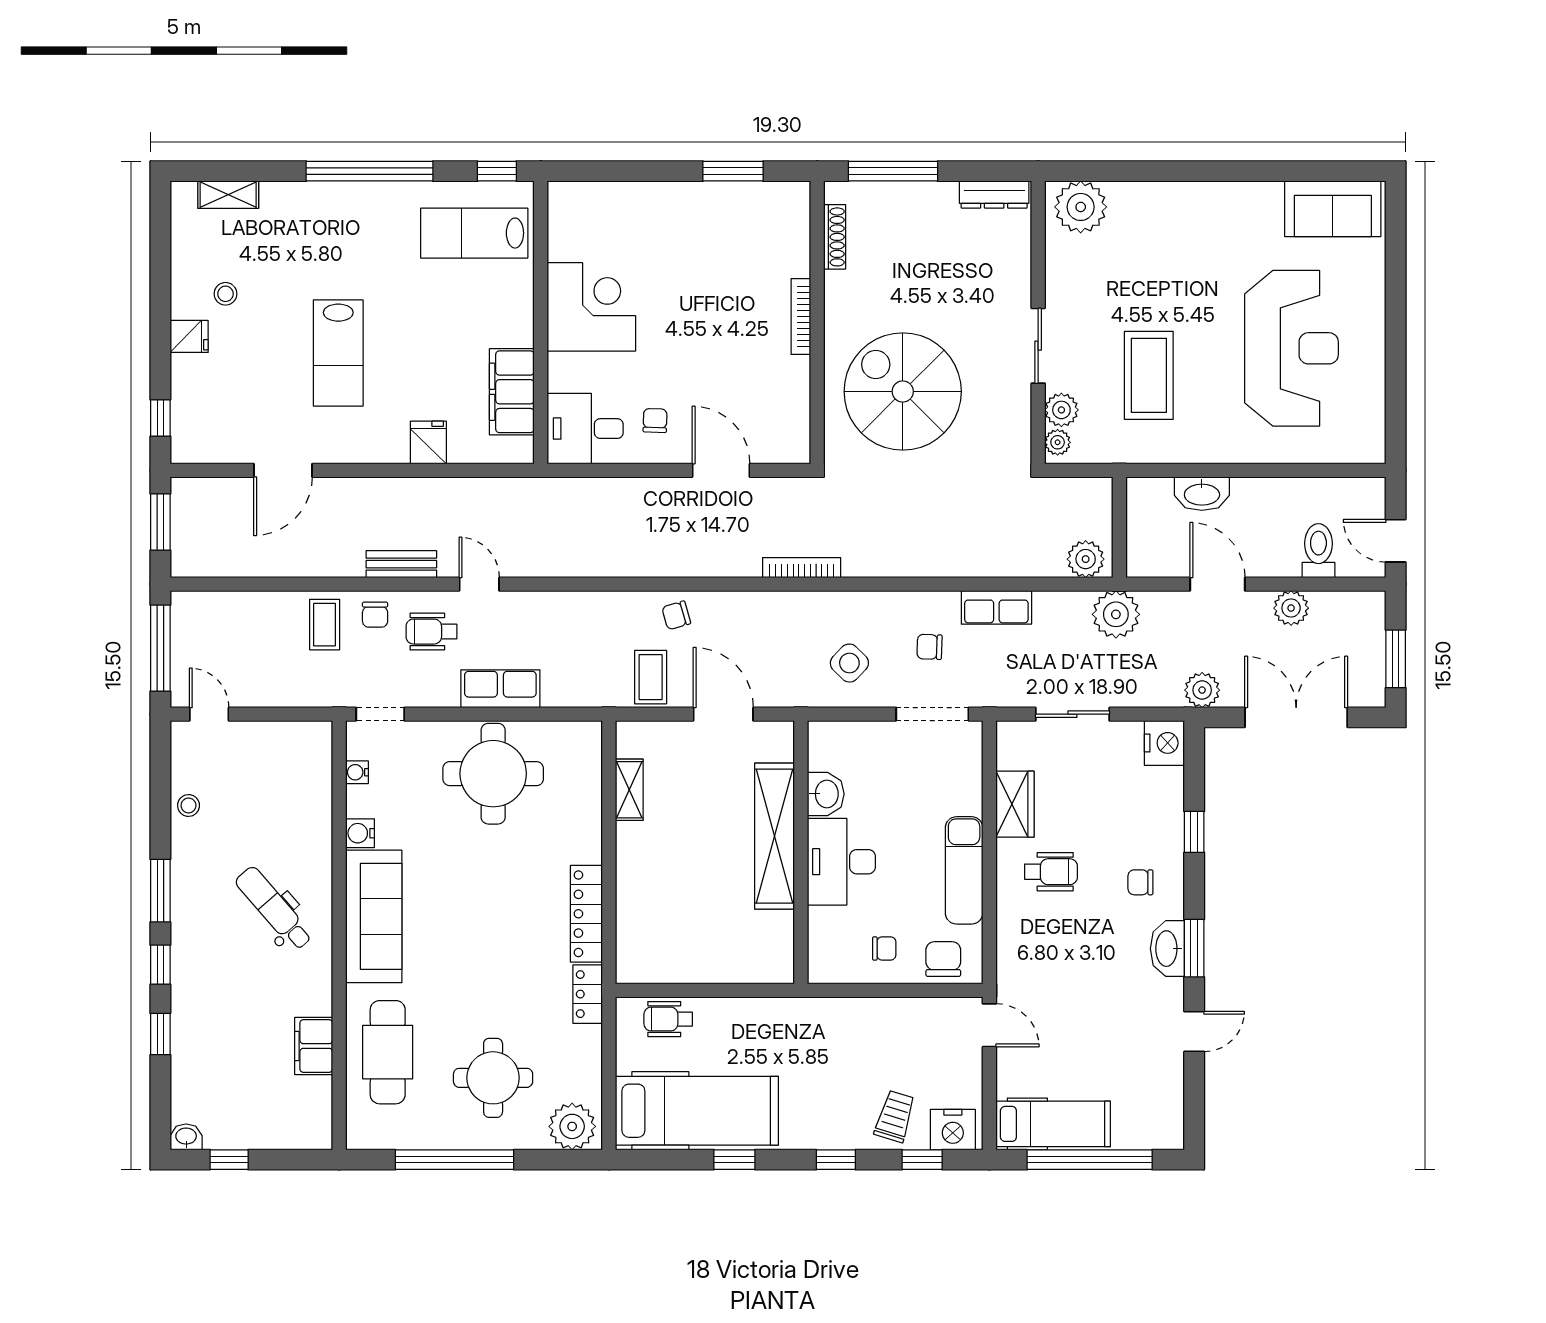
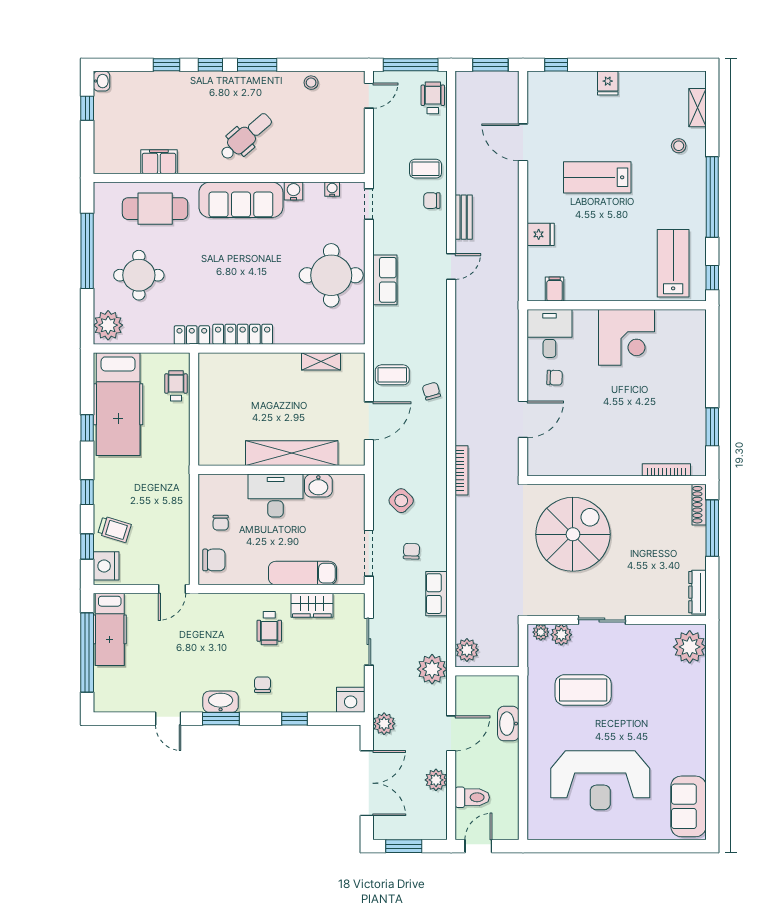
shoe rack: (835, 237) -> (699, 505), moved, turned 90
stool: (225, 294) -> (679, 146), moved
bookcase: (801, 317) -> (666, 470), moved
filing cabinet: (512, 392) -> (555, 289), width x0.33, depth x0.86
wheelchair: (431, 632) -> (433, 98), moved
exam couch: (964, 870) -> (302, 573), moved

